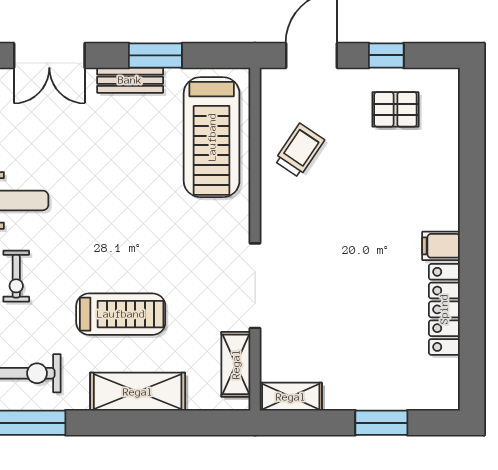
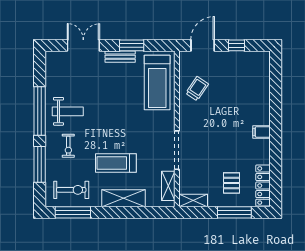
double door: (49, 55) -> (83, 45), swing flipped
pallet: (395, 109) -> (232, 183), moved, turned 90
locker: (444, 309) -> (263, 186), moved
treadmill: (121, 314) -> (116, 163), turned 180
window: (381, 423) -> (234, 212), width x1.44

